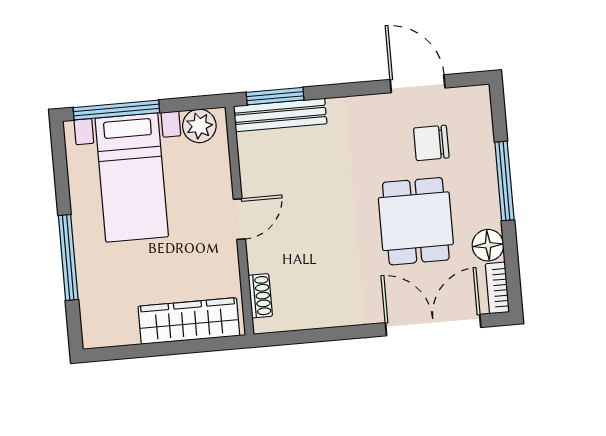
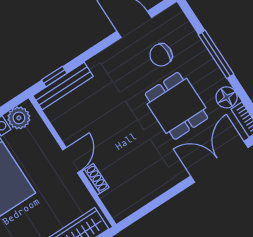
window: (275, 96) -> (54, 77), width x0.67
shoe rack: (260, 296) -> (95, 179), moved

